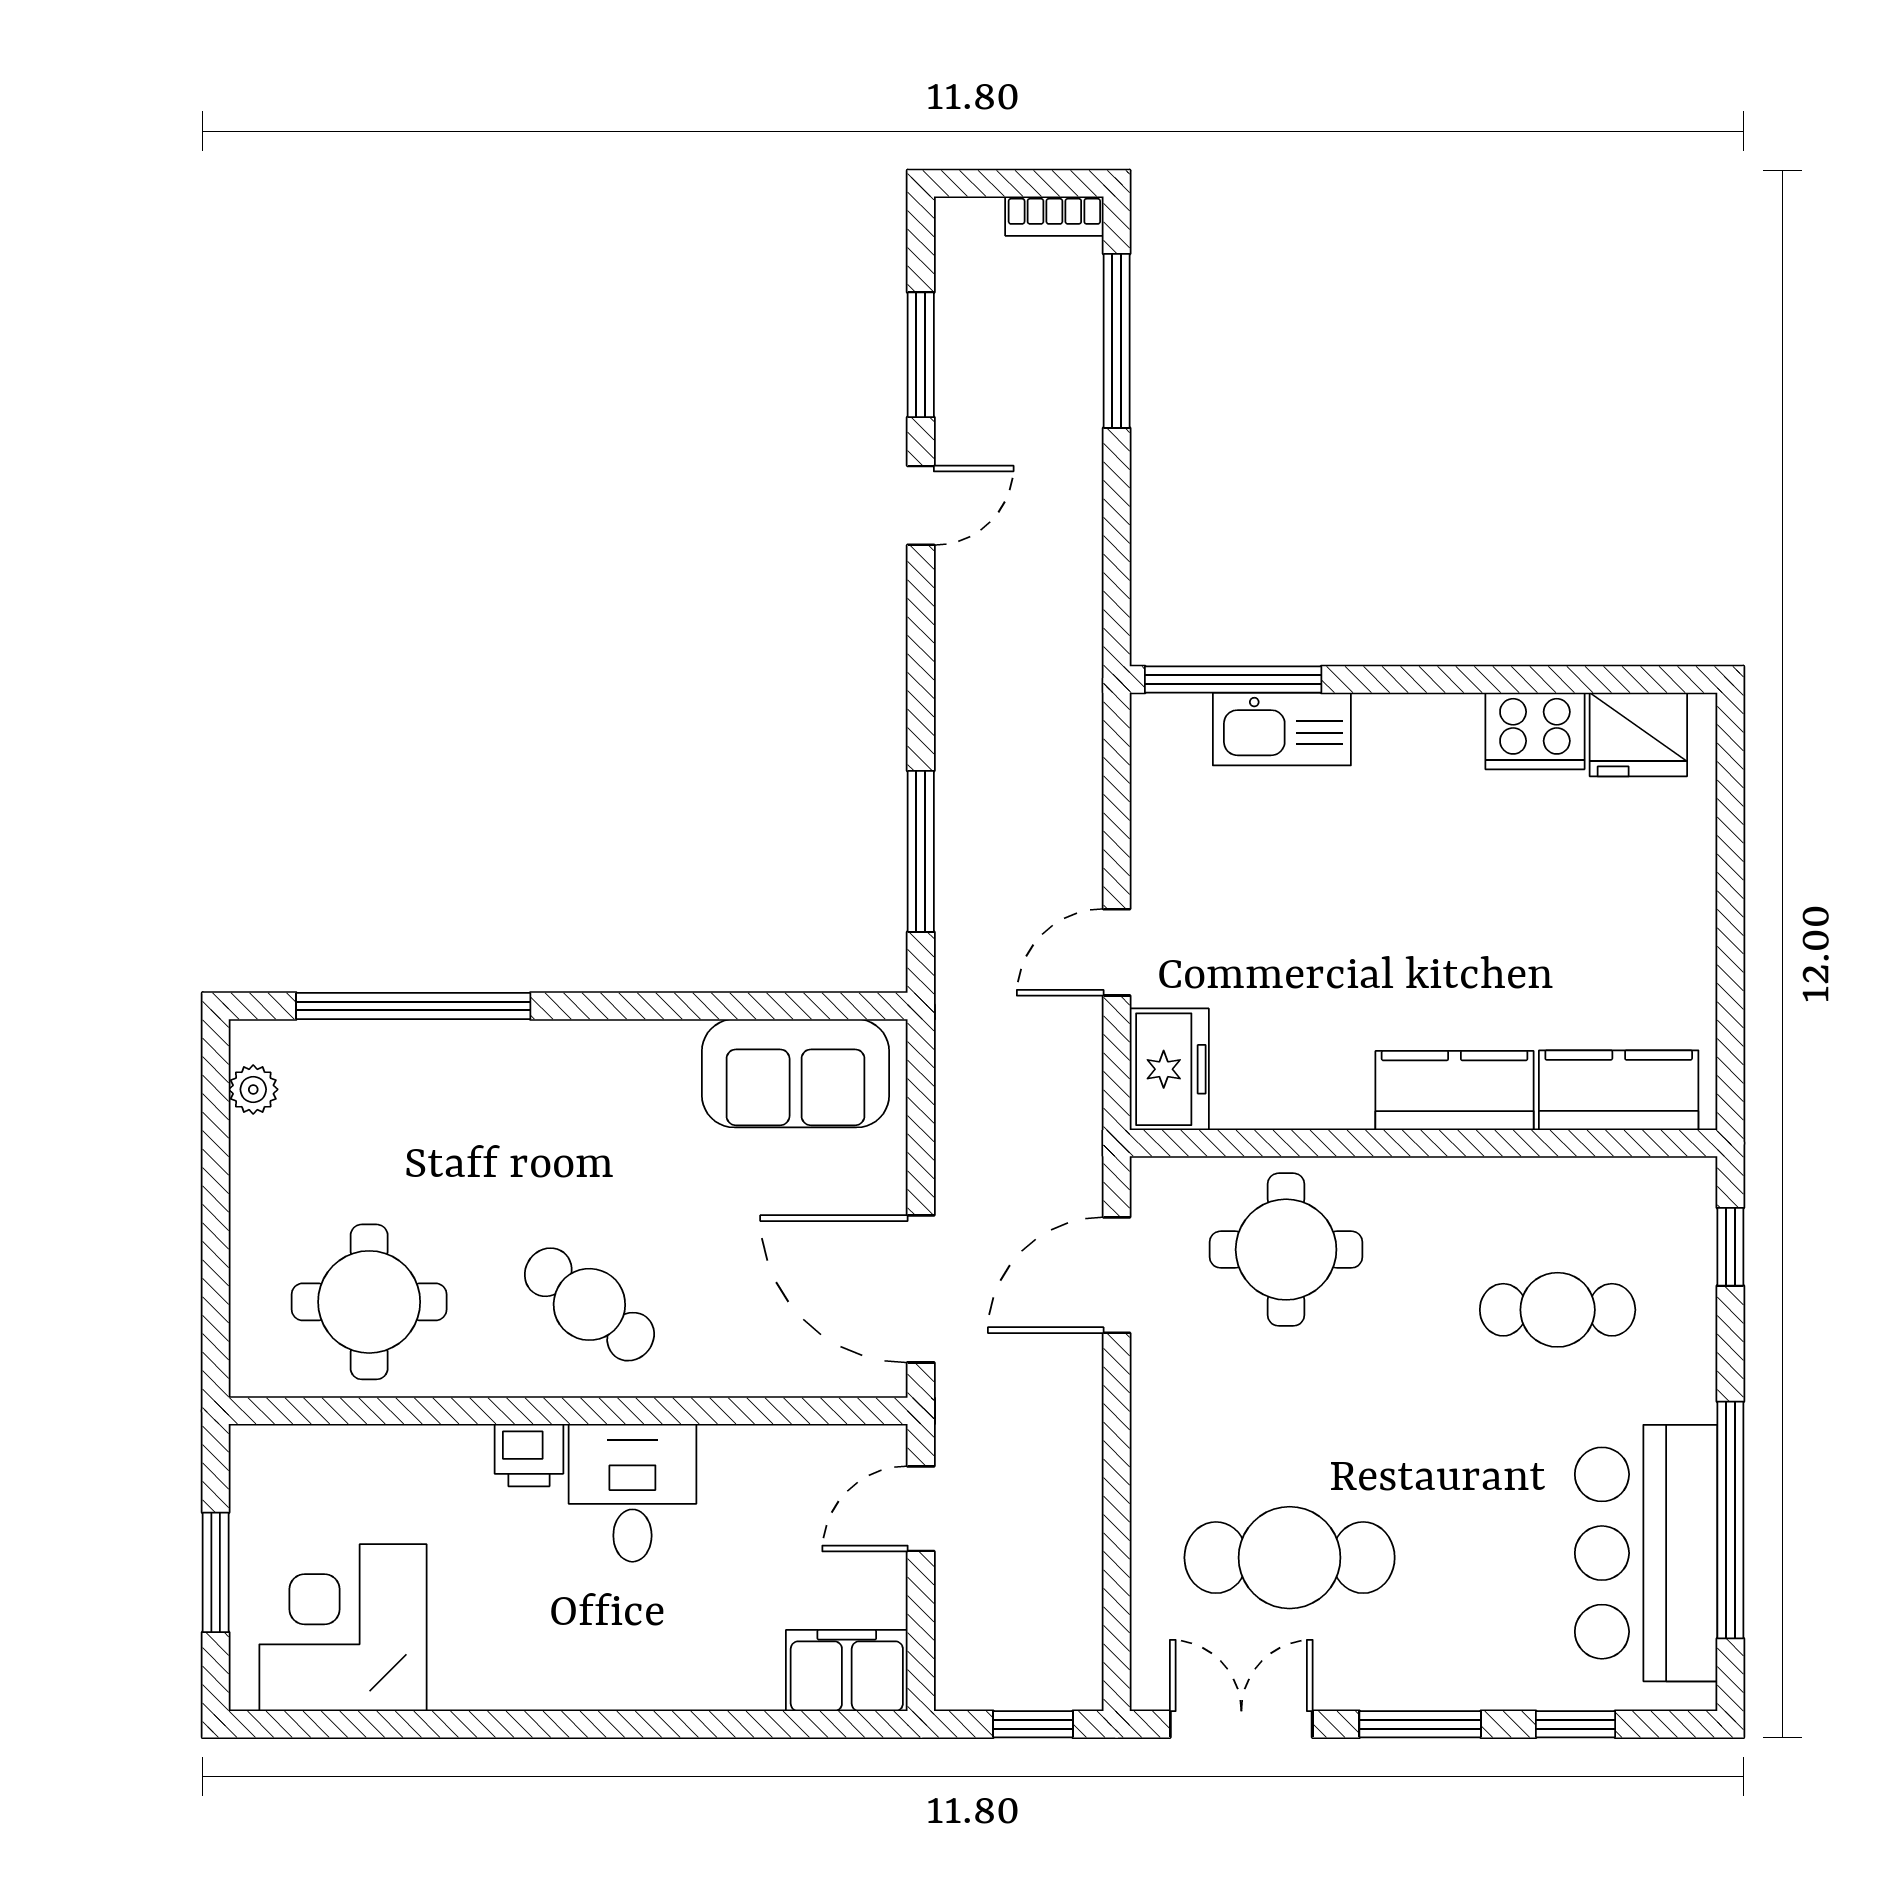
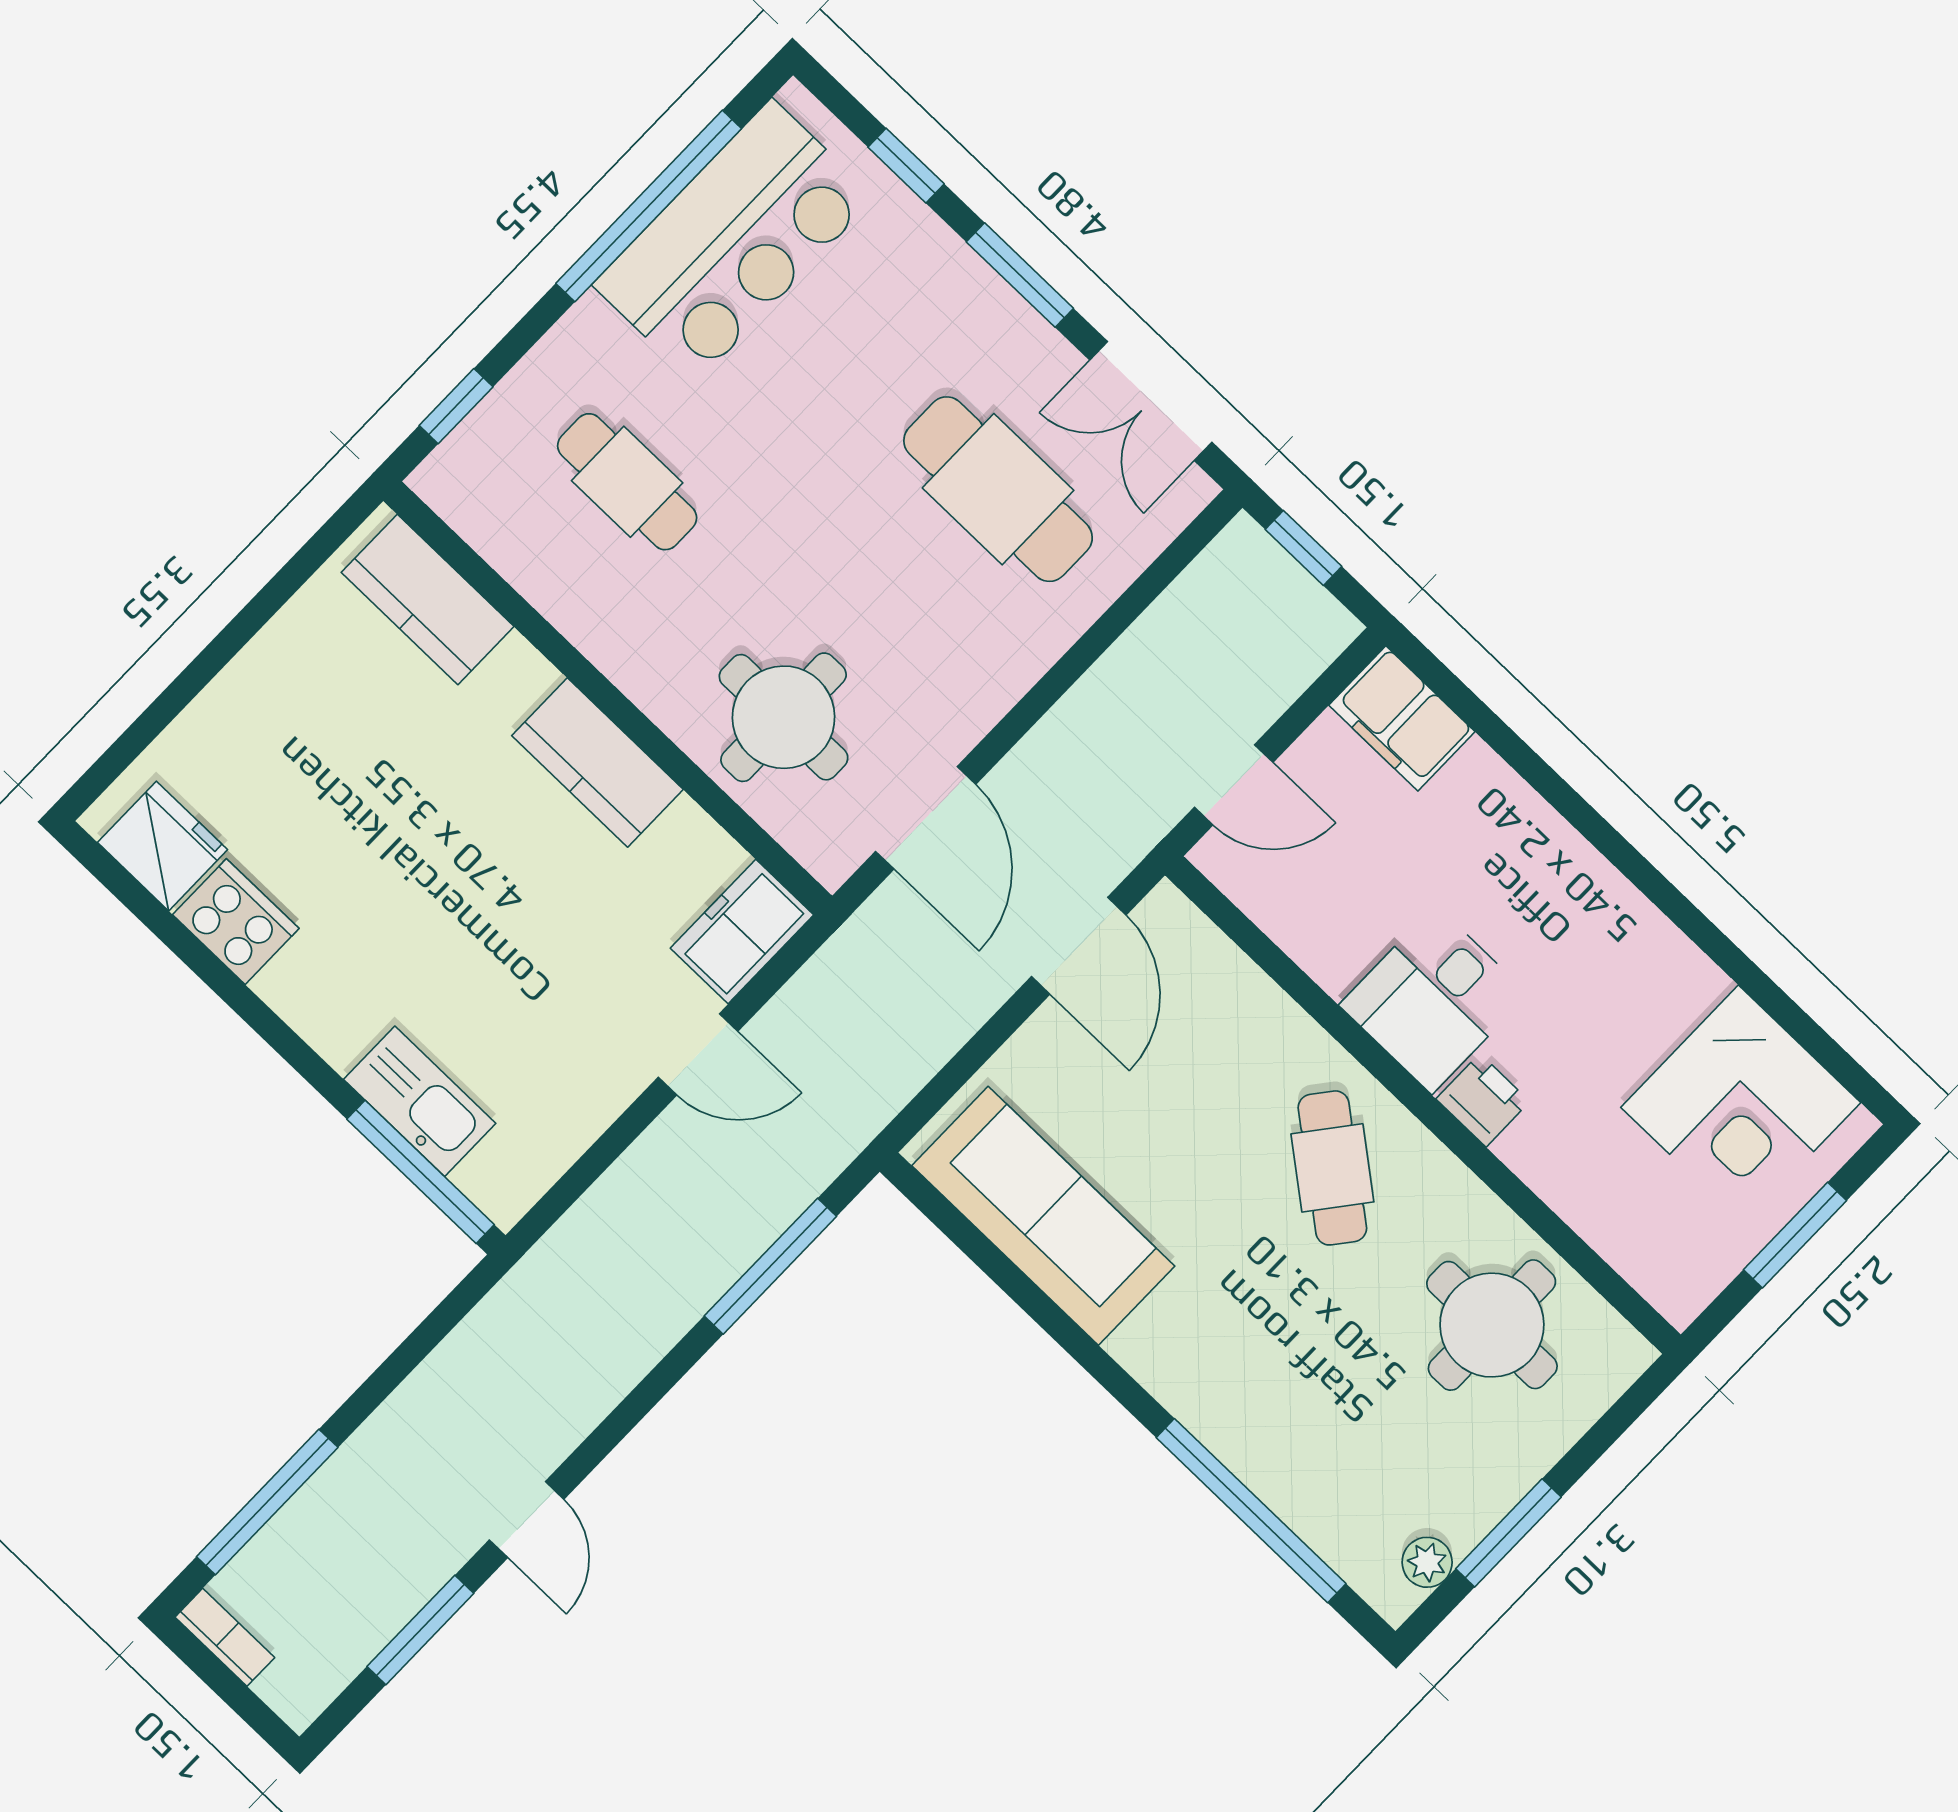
door: (921, 505) -> (527, 1520), swing flipped
sofa: (796, 1073) -> (1043, 1216), width x1.36
kitchen counter: (1455, 1090) -> (597, 763), moved
window: (216, 1166) -> (1508, 1533), added
door: (1117, 1275) -> (926, 818), hinge flipped
door: (921, 1289) -> (1079, 946), width x0.73

